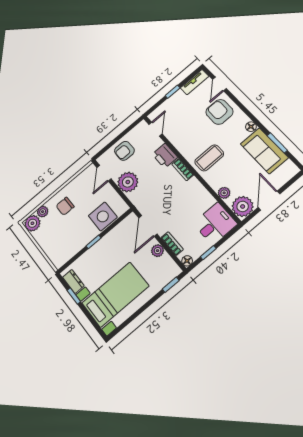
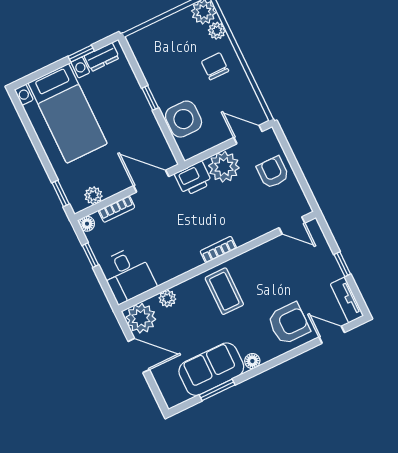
printer: (165, 156) -> (193, 178), moved, turned 180
plant: (158, 251) -> (93, 195), moved

